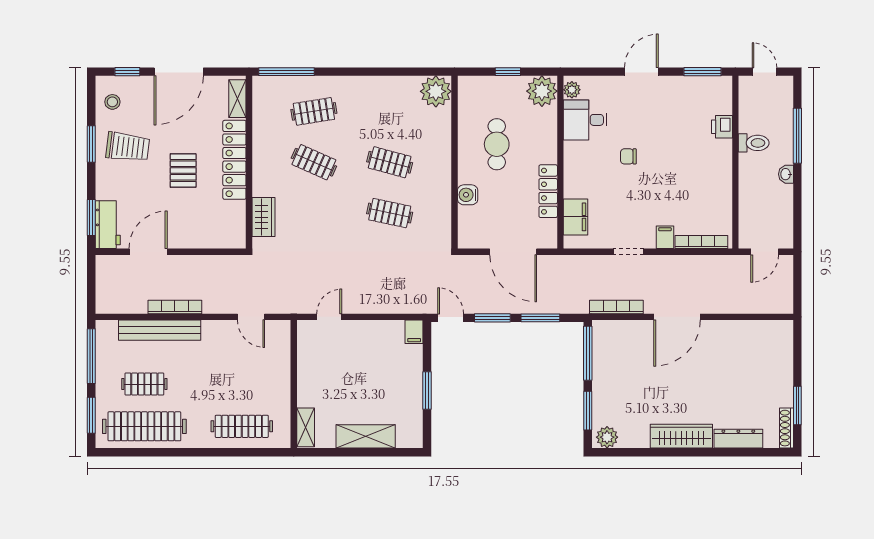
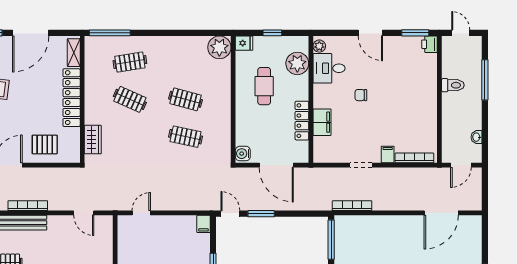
door: (641, 72) -> (370, 33), swing flipped
fridge: (469, 86) -> (244, 43), added
plant: (542, 91) -> (297, 63), moved
printer: (722, 127) -> (430, 44), moved
pallet: (183, 170) -> (45, 144), moved, turned 90
washbasin: (786, 174) -> (477, 137), moved
water cooler: (468, 195) -> (243, 154), moved
filing cabinet: (575, 217) -> (322, 122), moved
door: (677, 317) -> (441, 213), moved
window: (540, 318) -> (296, 214), removed

